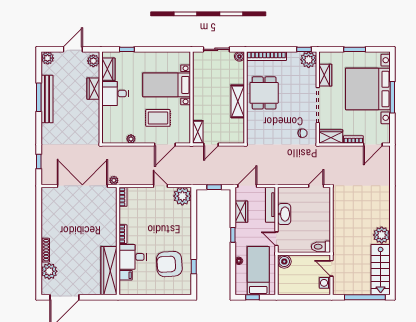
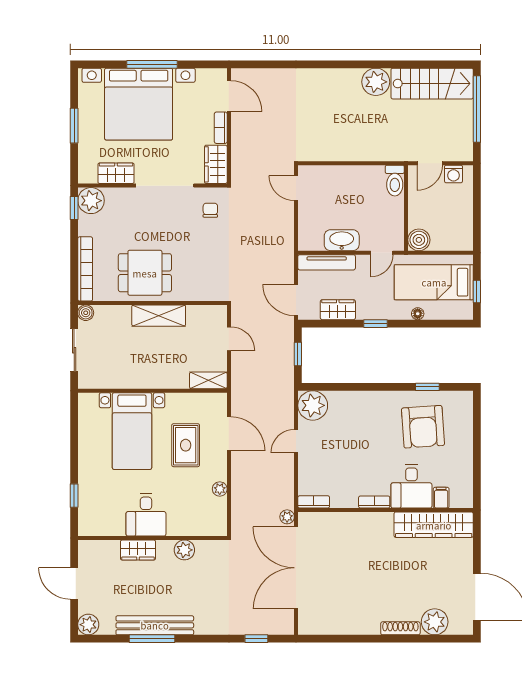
plant: (93, 61) -> (184, 550), moved
wardrobe: (108, 69) -> (106, 526), removed
door: (211, 145) -> (229, 339), moved

